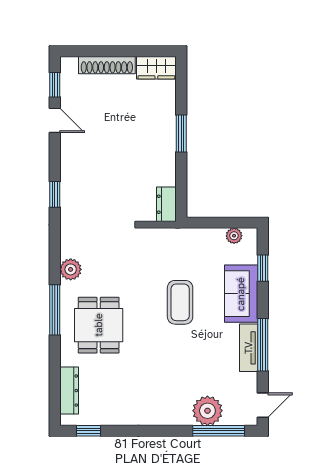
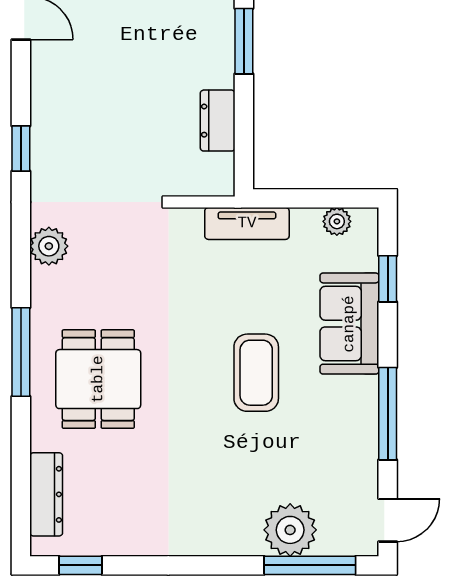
dresser: (166, 204) -> (218, 121), moved
plant: (71, 269) -> (49, 246), moved
coffee table: (180, 302) -> (256, 373), moved
tv unit: (249, 348) -> (247, 223), moved, turned -90

